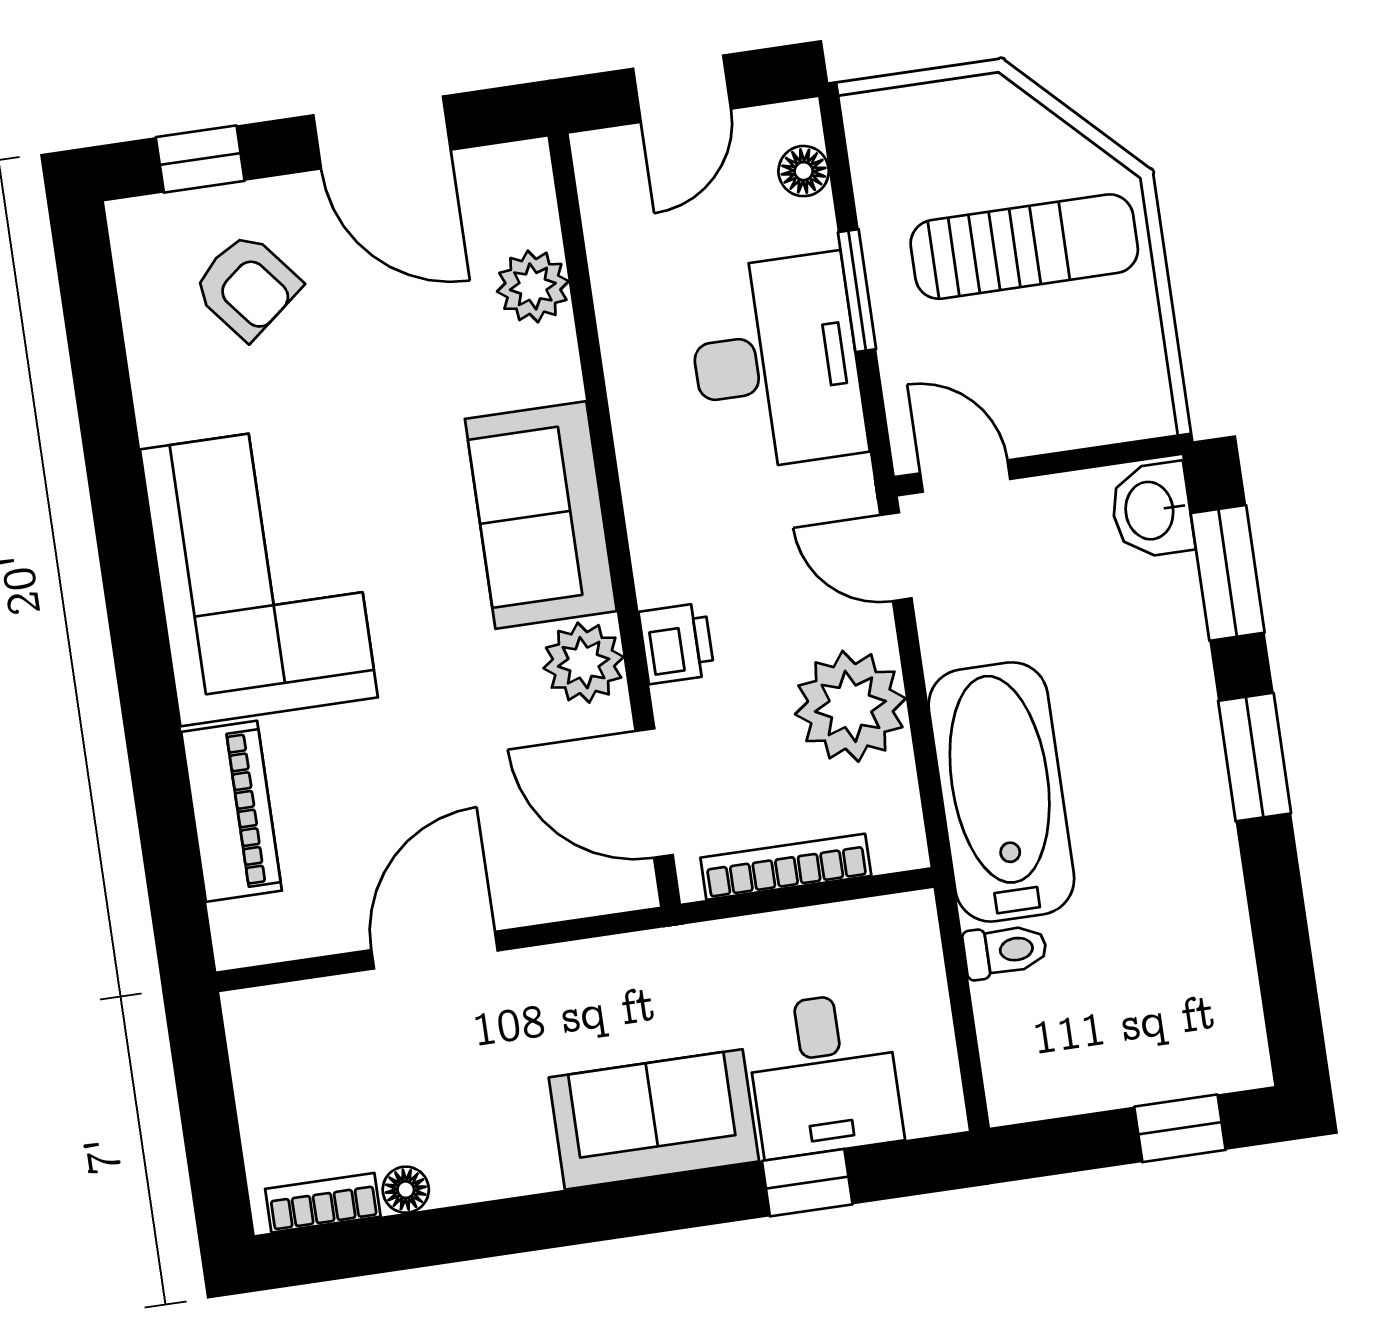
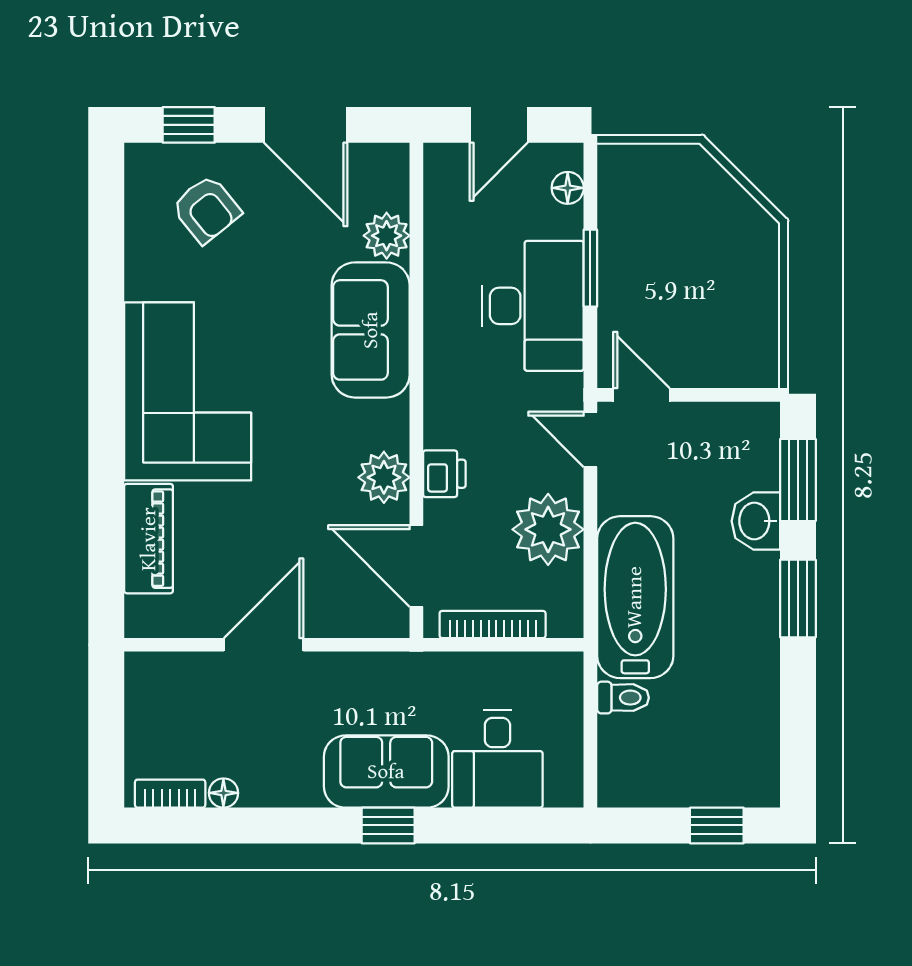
sun lounger: (1024, 247) -> (700, 256), removed
washbasin: (1152, 510) -> (756, 521), moved
sofa: (541, 515) -> (371, 330), moved
window: (807, 1183) -> (388, 825), moved

